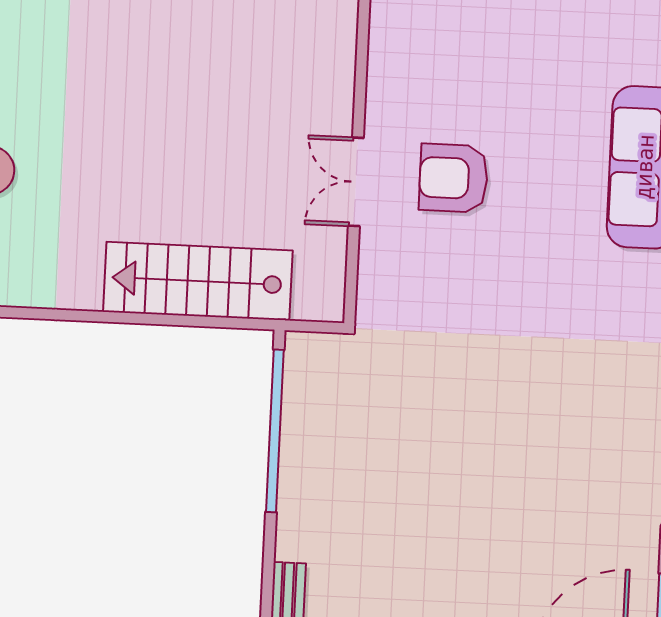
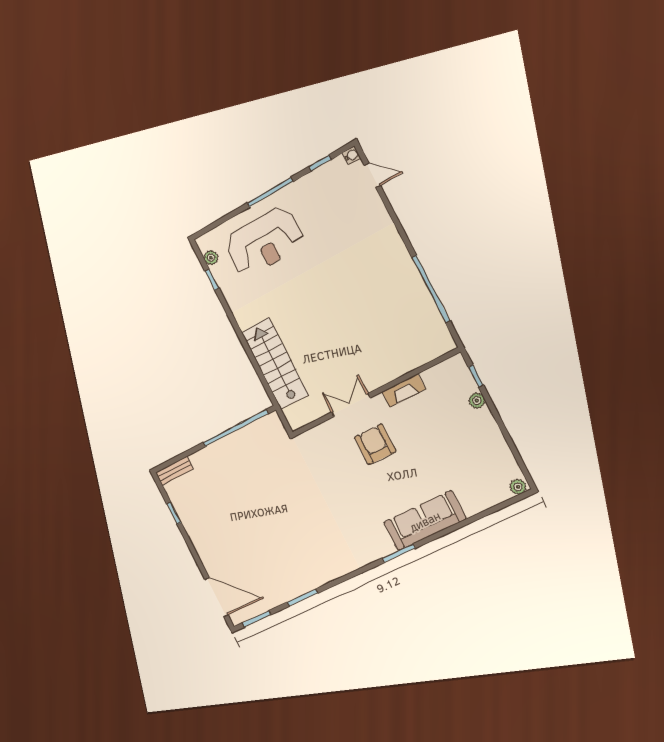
fireplace: (384, 68) -> (404, 390), added

